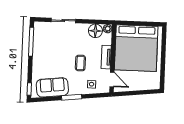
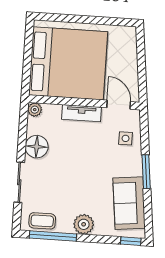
floor lamp: (95, 31) -> (37, 147), moved
plant: (39, 60) -> (84, 224), added
coffee table: (80, 63) -> (42, 221), moved
door: (112, 79) -> (119, 105), hinge flipped

